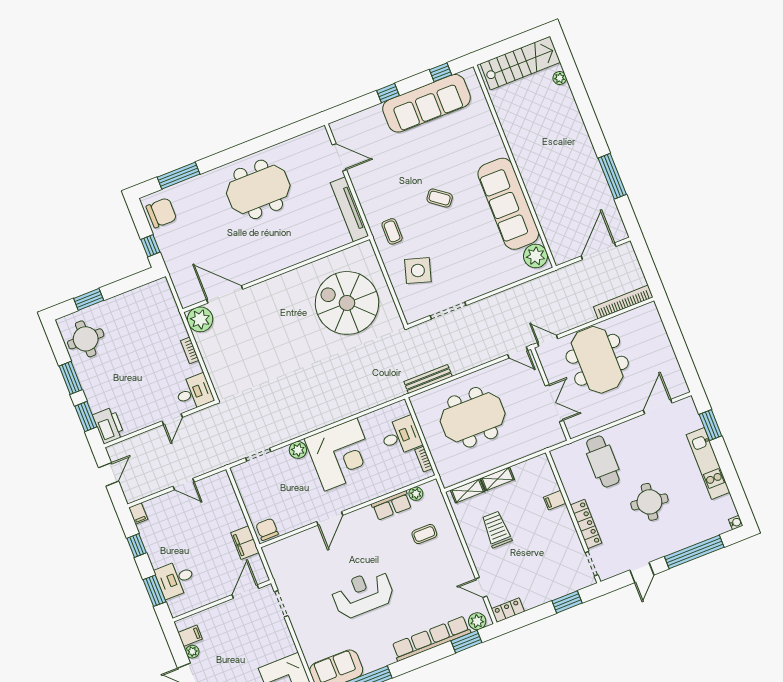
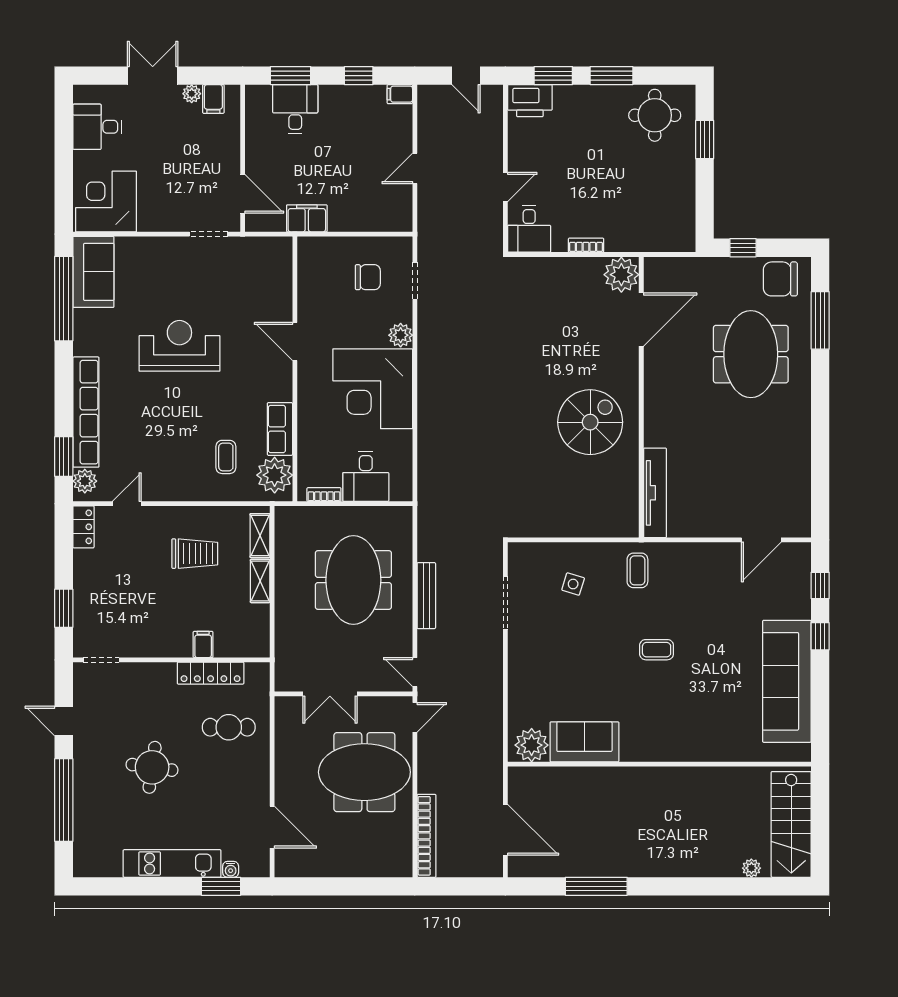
window: (441, 72) -> (820, 585), moved
meeting table: (258, 189) -> (751, 354), moved
coffee table: (440, 198) -> (657, 650), turned 53
sofa: (508, 204) -> (584, 742), width x0.54, depth x0.79
tv unit: (349, 209) -> (655, 493), moved, turned 90
chair: (161, 213) -> (780, 279), turned 90
coffee table: (392, 231) -> (637, 570), turned 90
side table: (418, 271) -> (573, 584), width x0.54, depth x0.54
spiral stairs: (347, 303) -> (590, 422), moved, width x0.73, depth x0.73
door: (518, 353) -> (415, 672), hinge flipped
bench: (428, 379) -> (426, 596), moved
door: (172, 419) -> (505, 187), swing flipped
cafe table: (603, 461) -> (229, 727), width x0.73, depth x0.74
plant: (416, 494) -> (275, 475), width x1.87, depth x1.87
water cooler: (736, 523) -> (231, 869), moved
locker: (586, 524) -> (211, 673), moved
chair: (267, 529) -> (368, 277), moved
reception desk: (363, 594) -> (179, 346), turned -90

